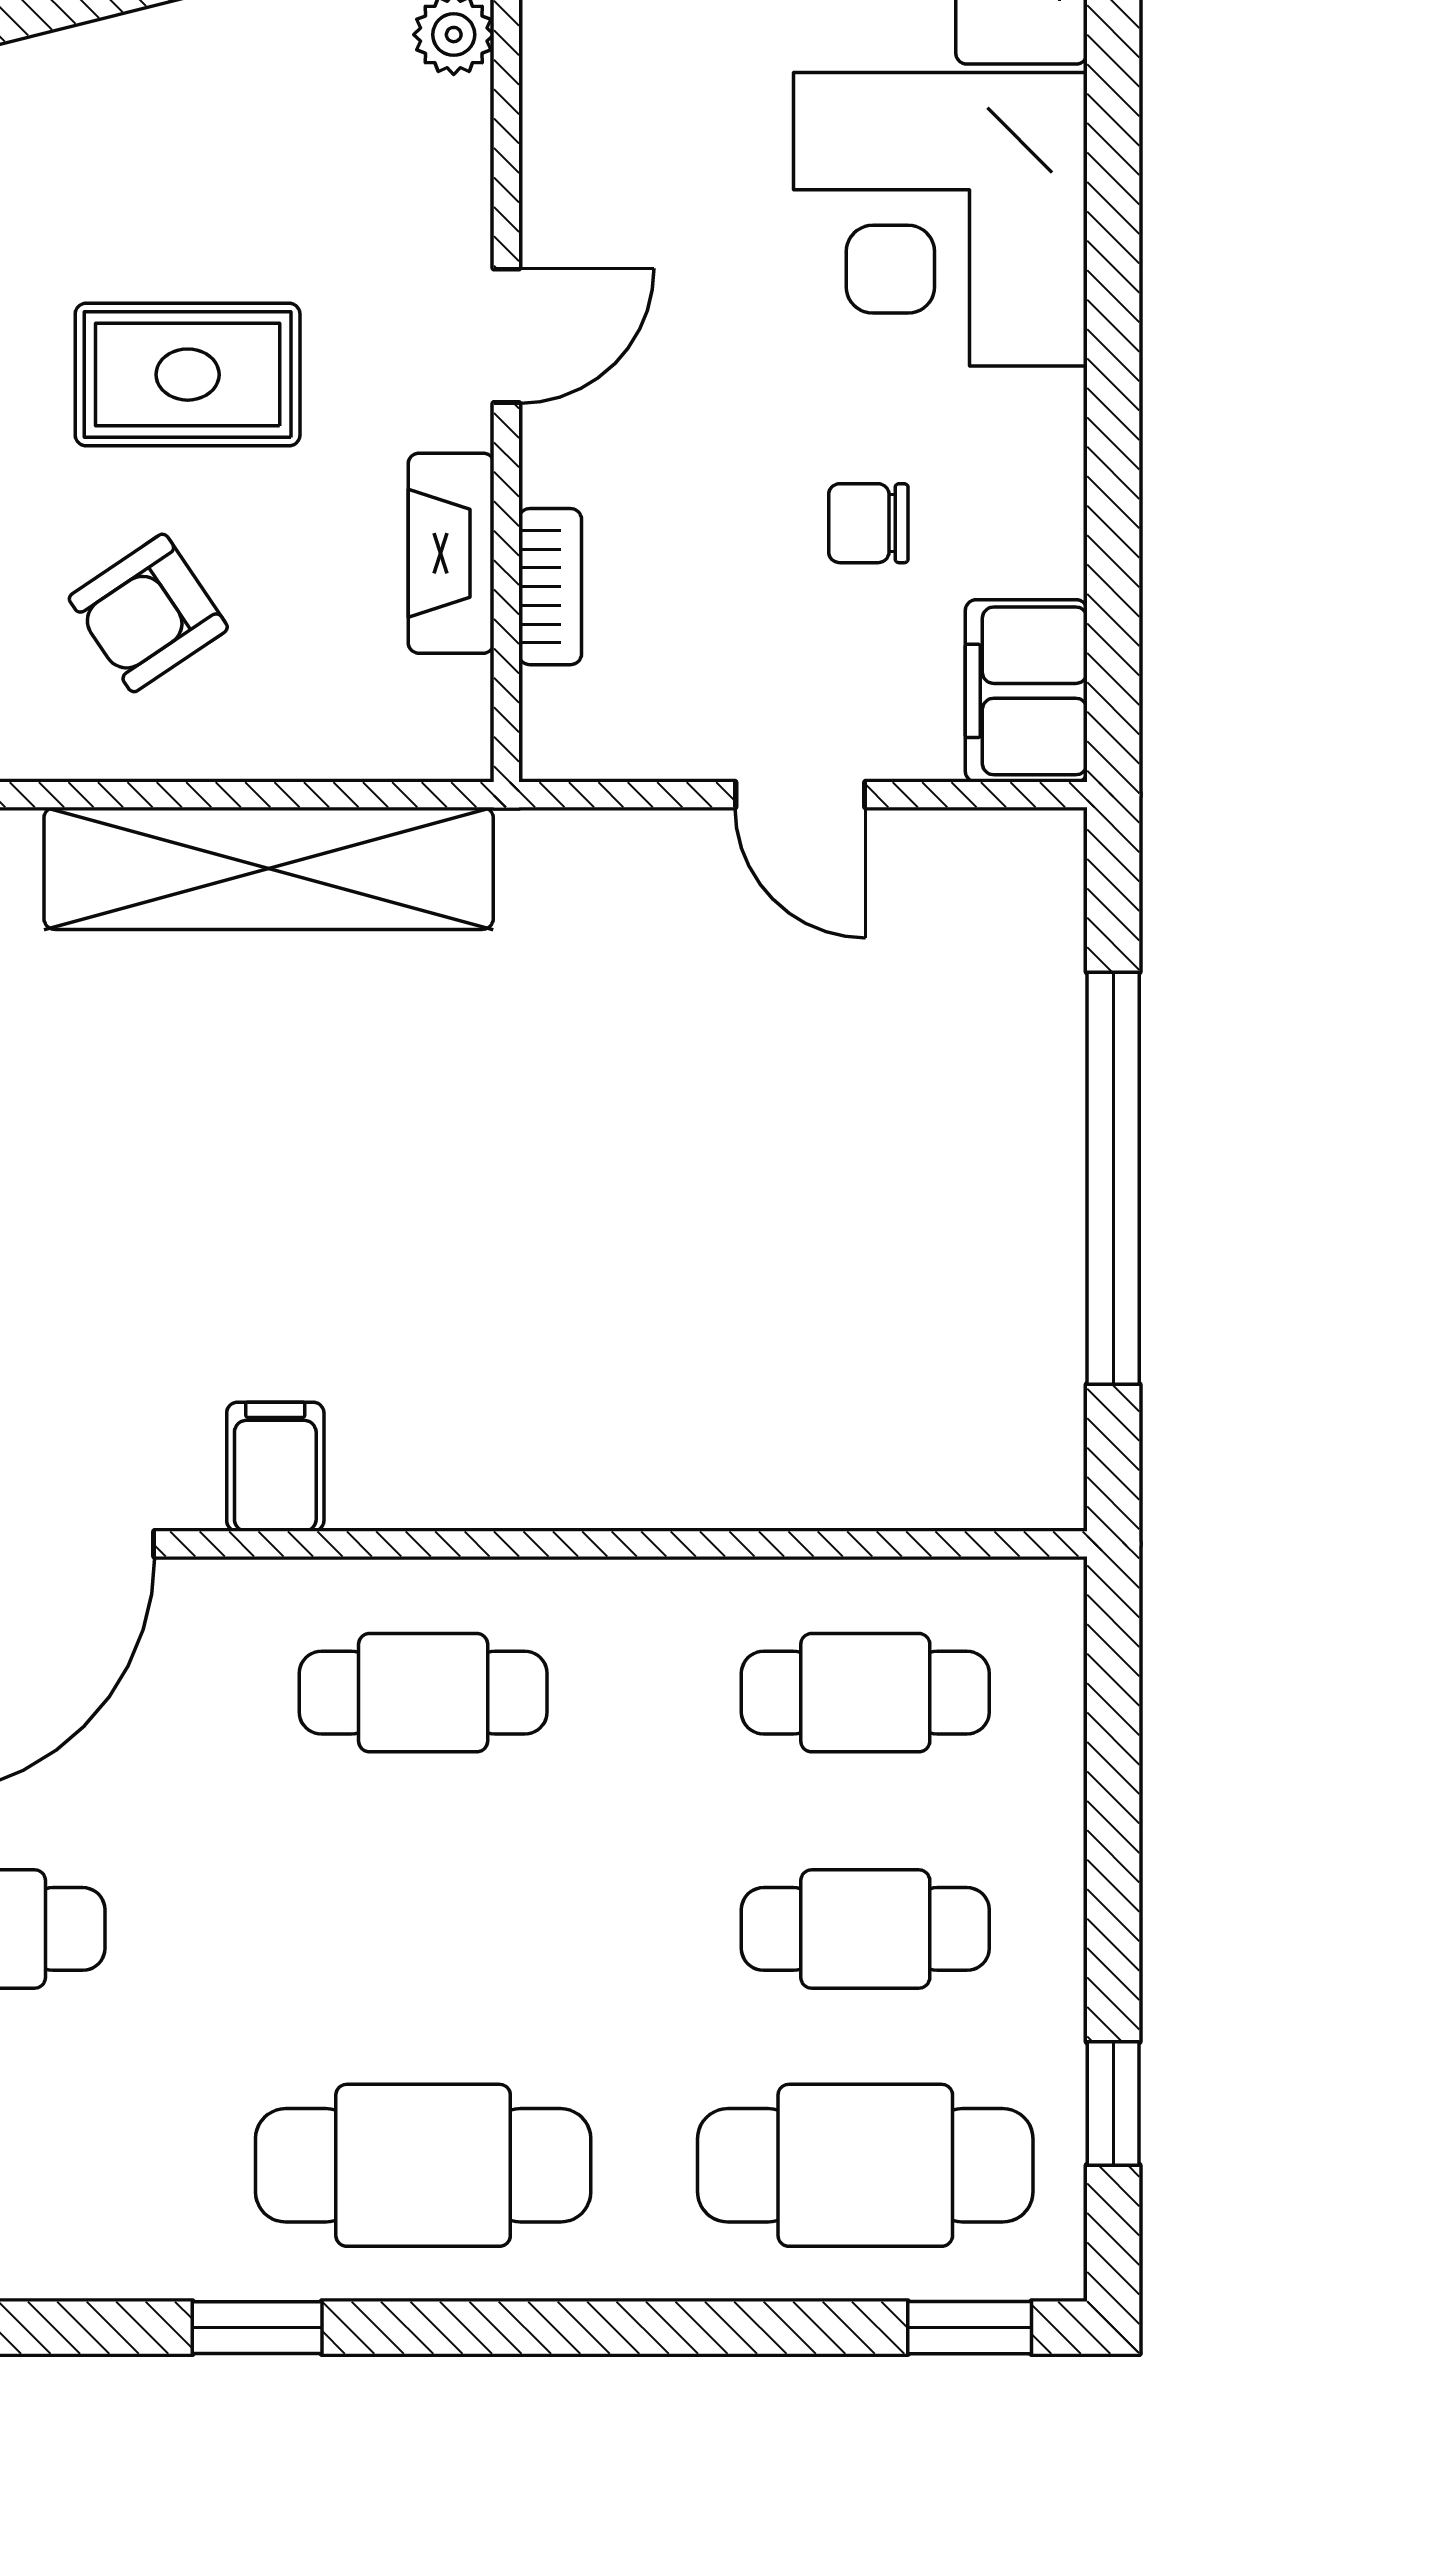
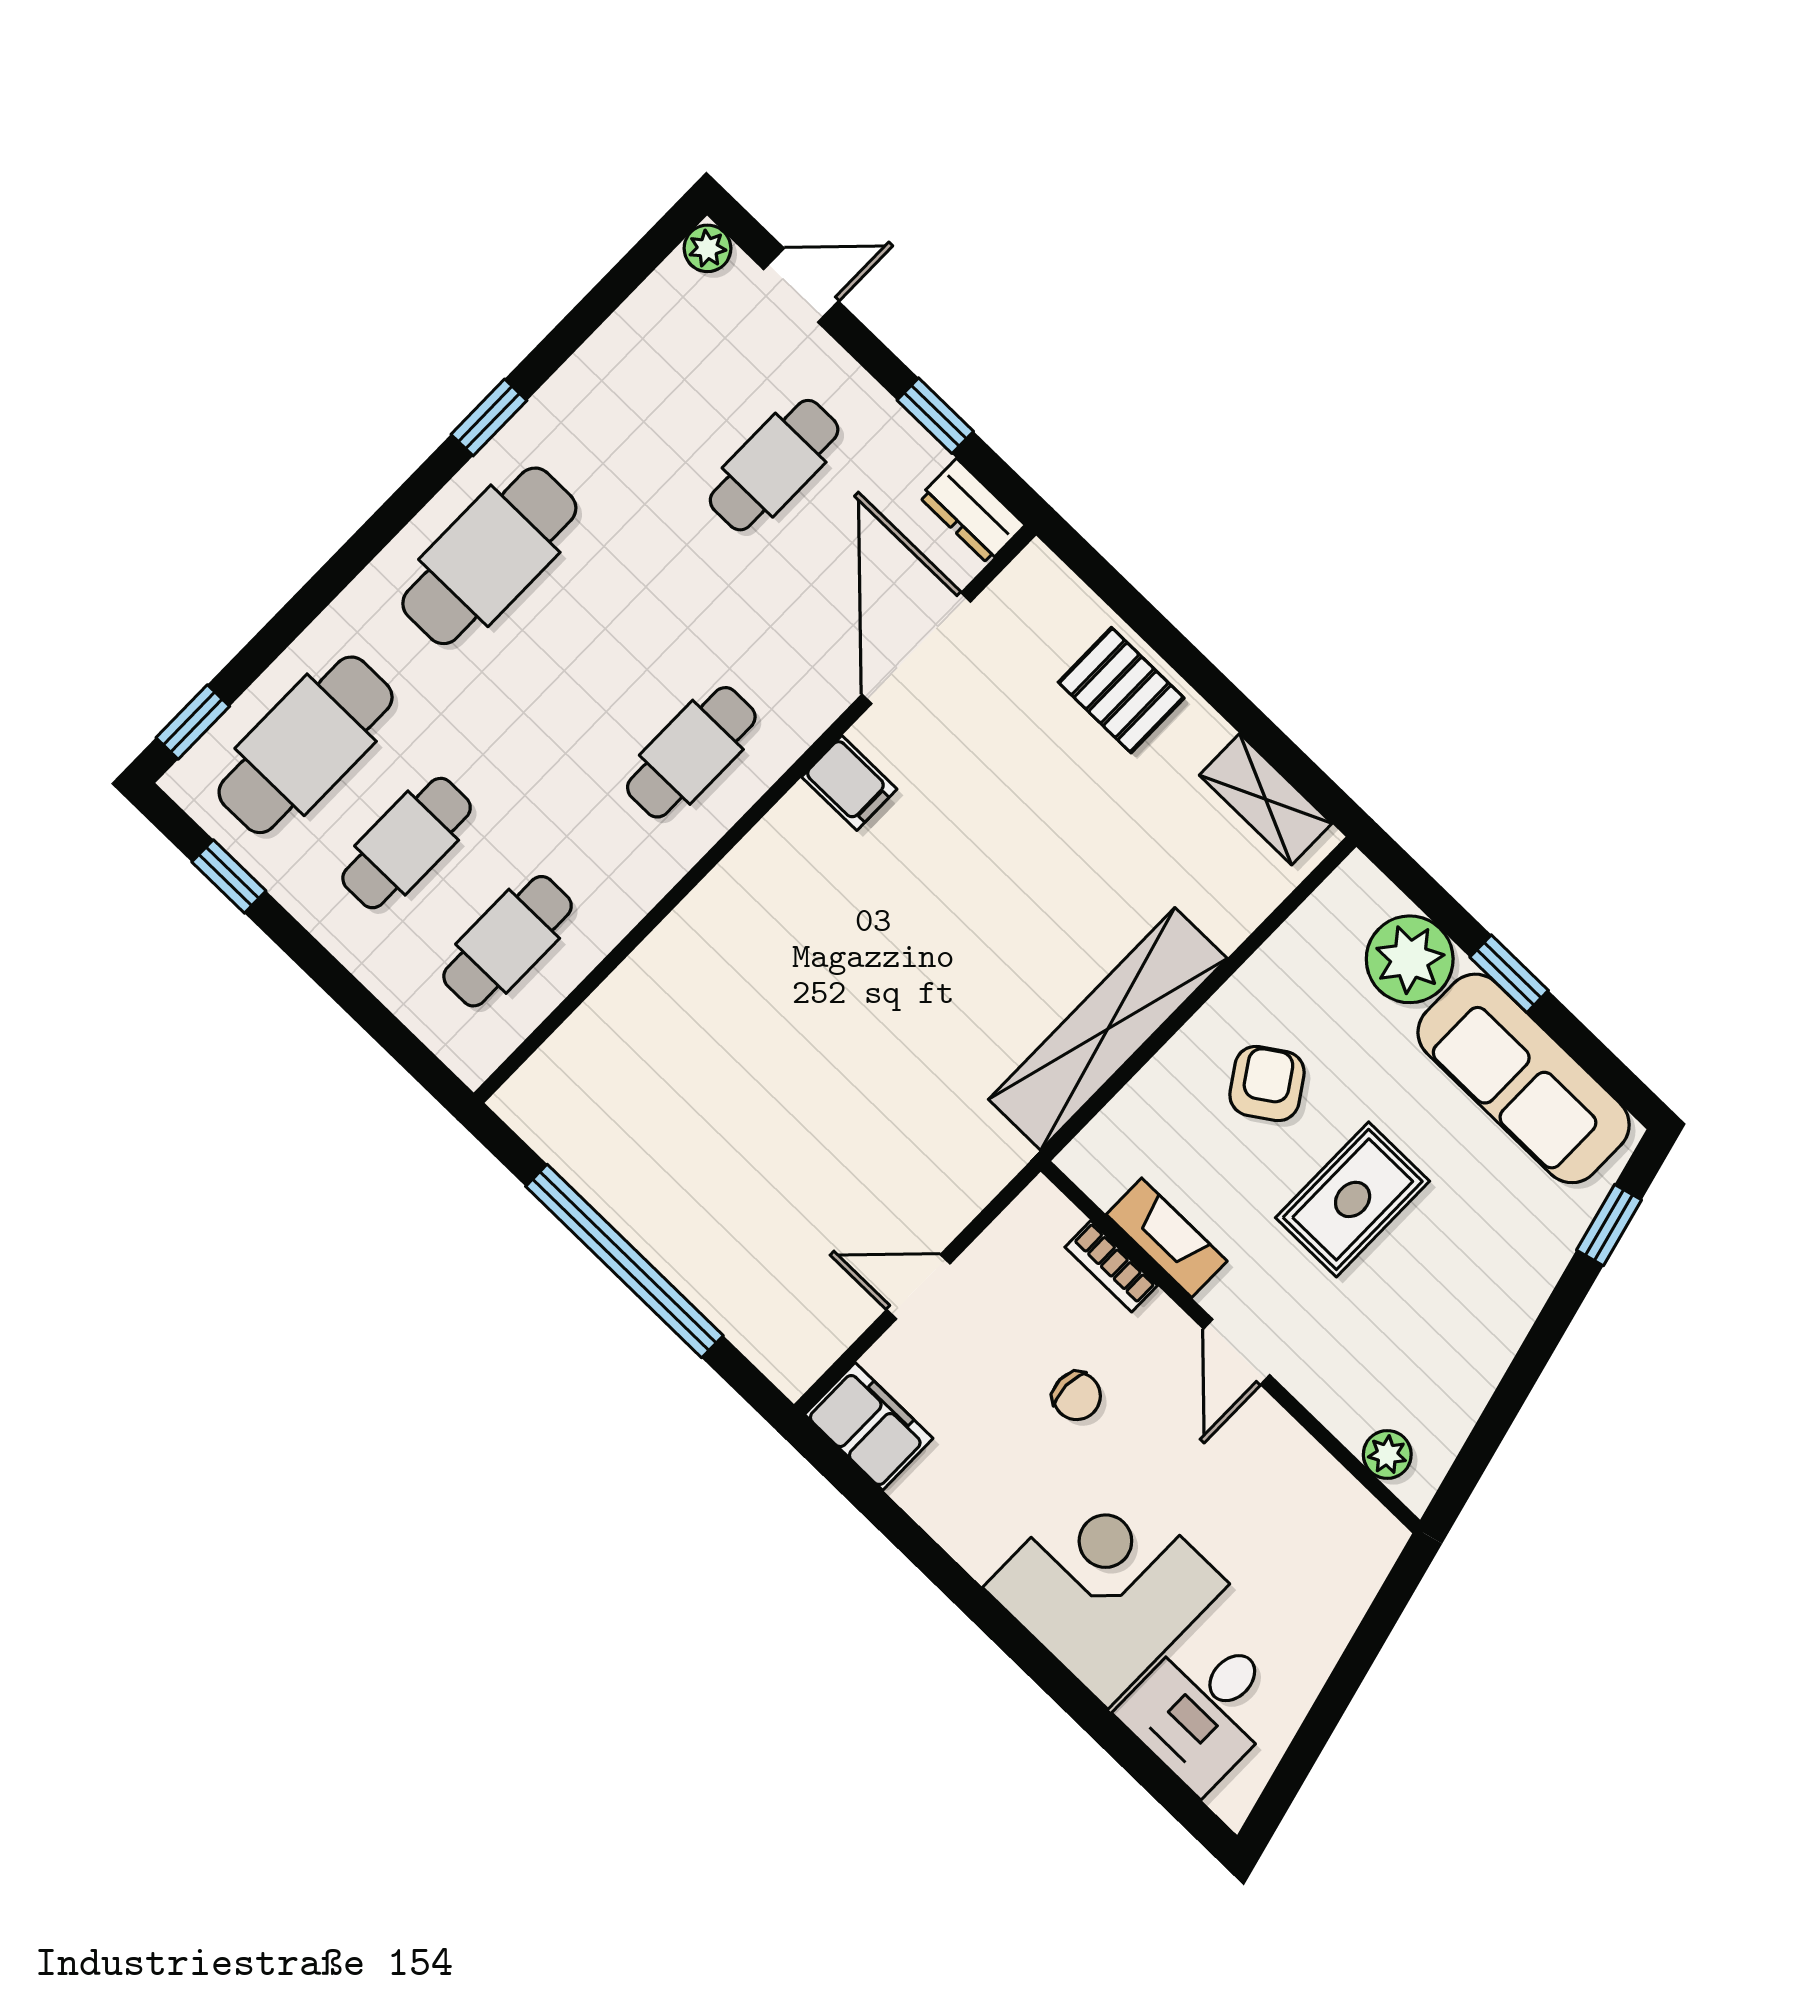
chair: (868, 523) -> (1077, 1396), moved, turned 90

